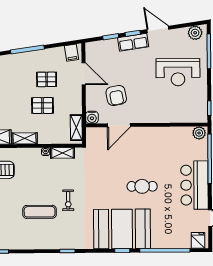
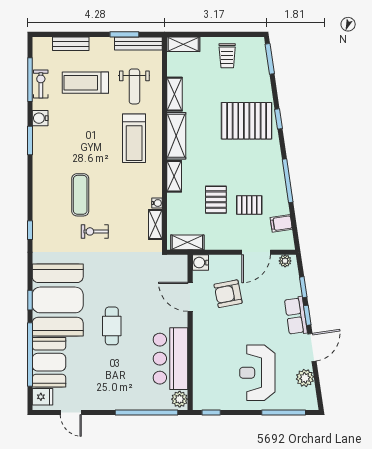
plant: (195, 33) -> (305, 378), moved
plant: (90, 51) -> (285, 261), added
filing cabinet: (71, 53) -> (281, 223), moved
pallet: (47, 79) -> (249, 205), turned 90
bar counter: (194, 185) -> (171, 359), moved, turned -90
booth: (171, 235) -> (49, 362), added

